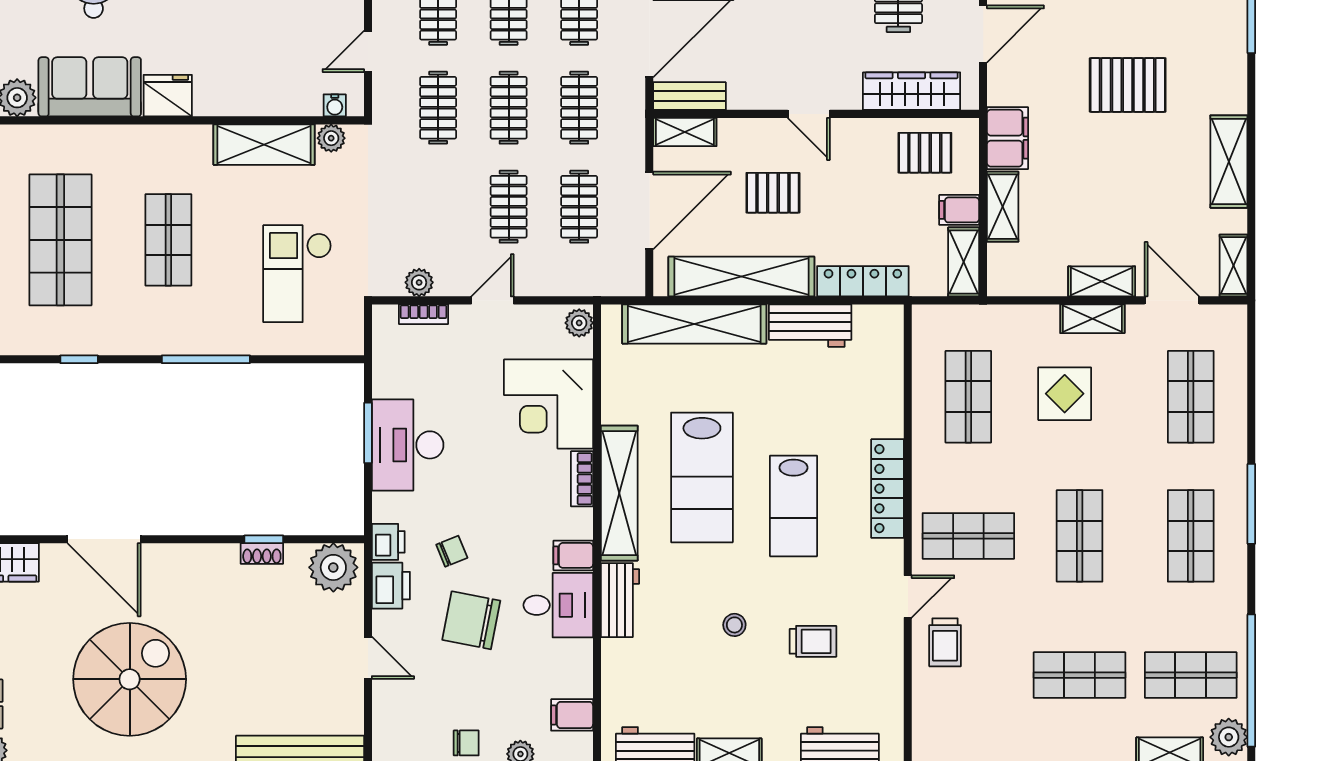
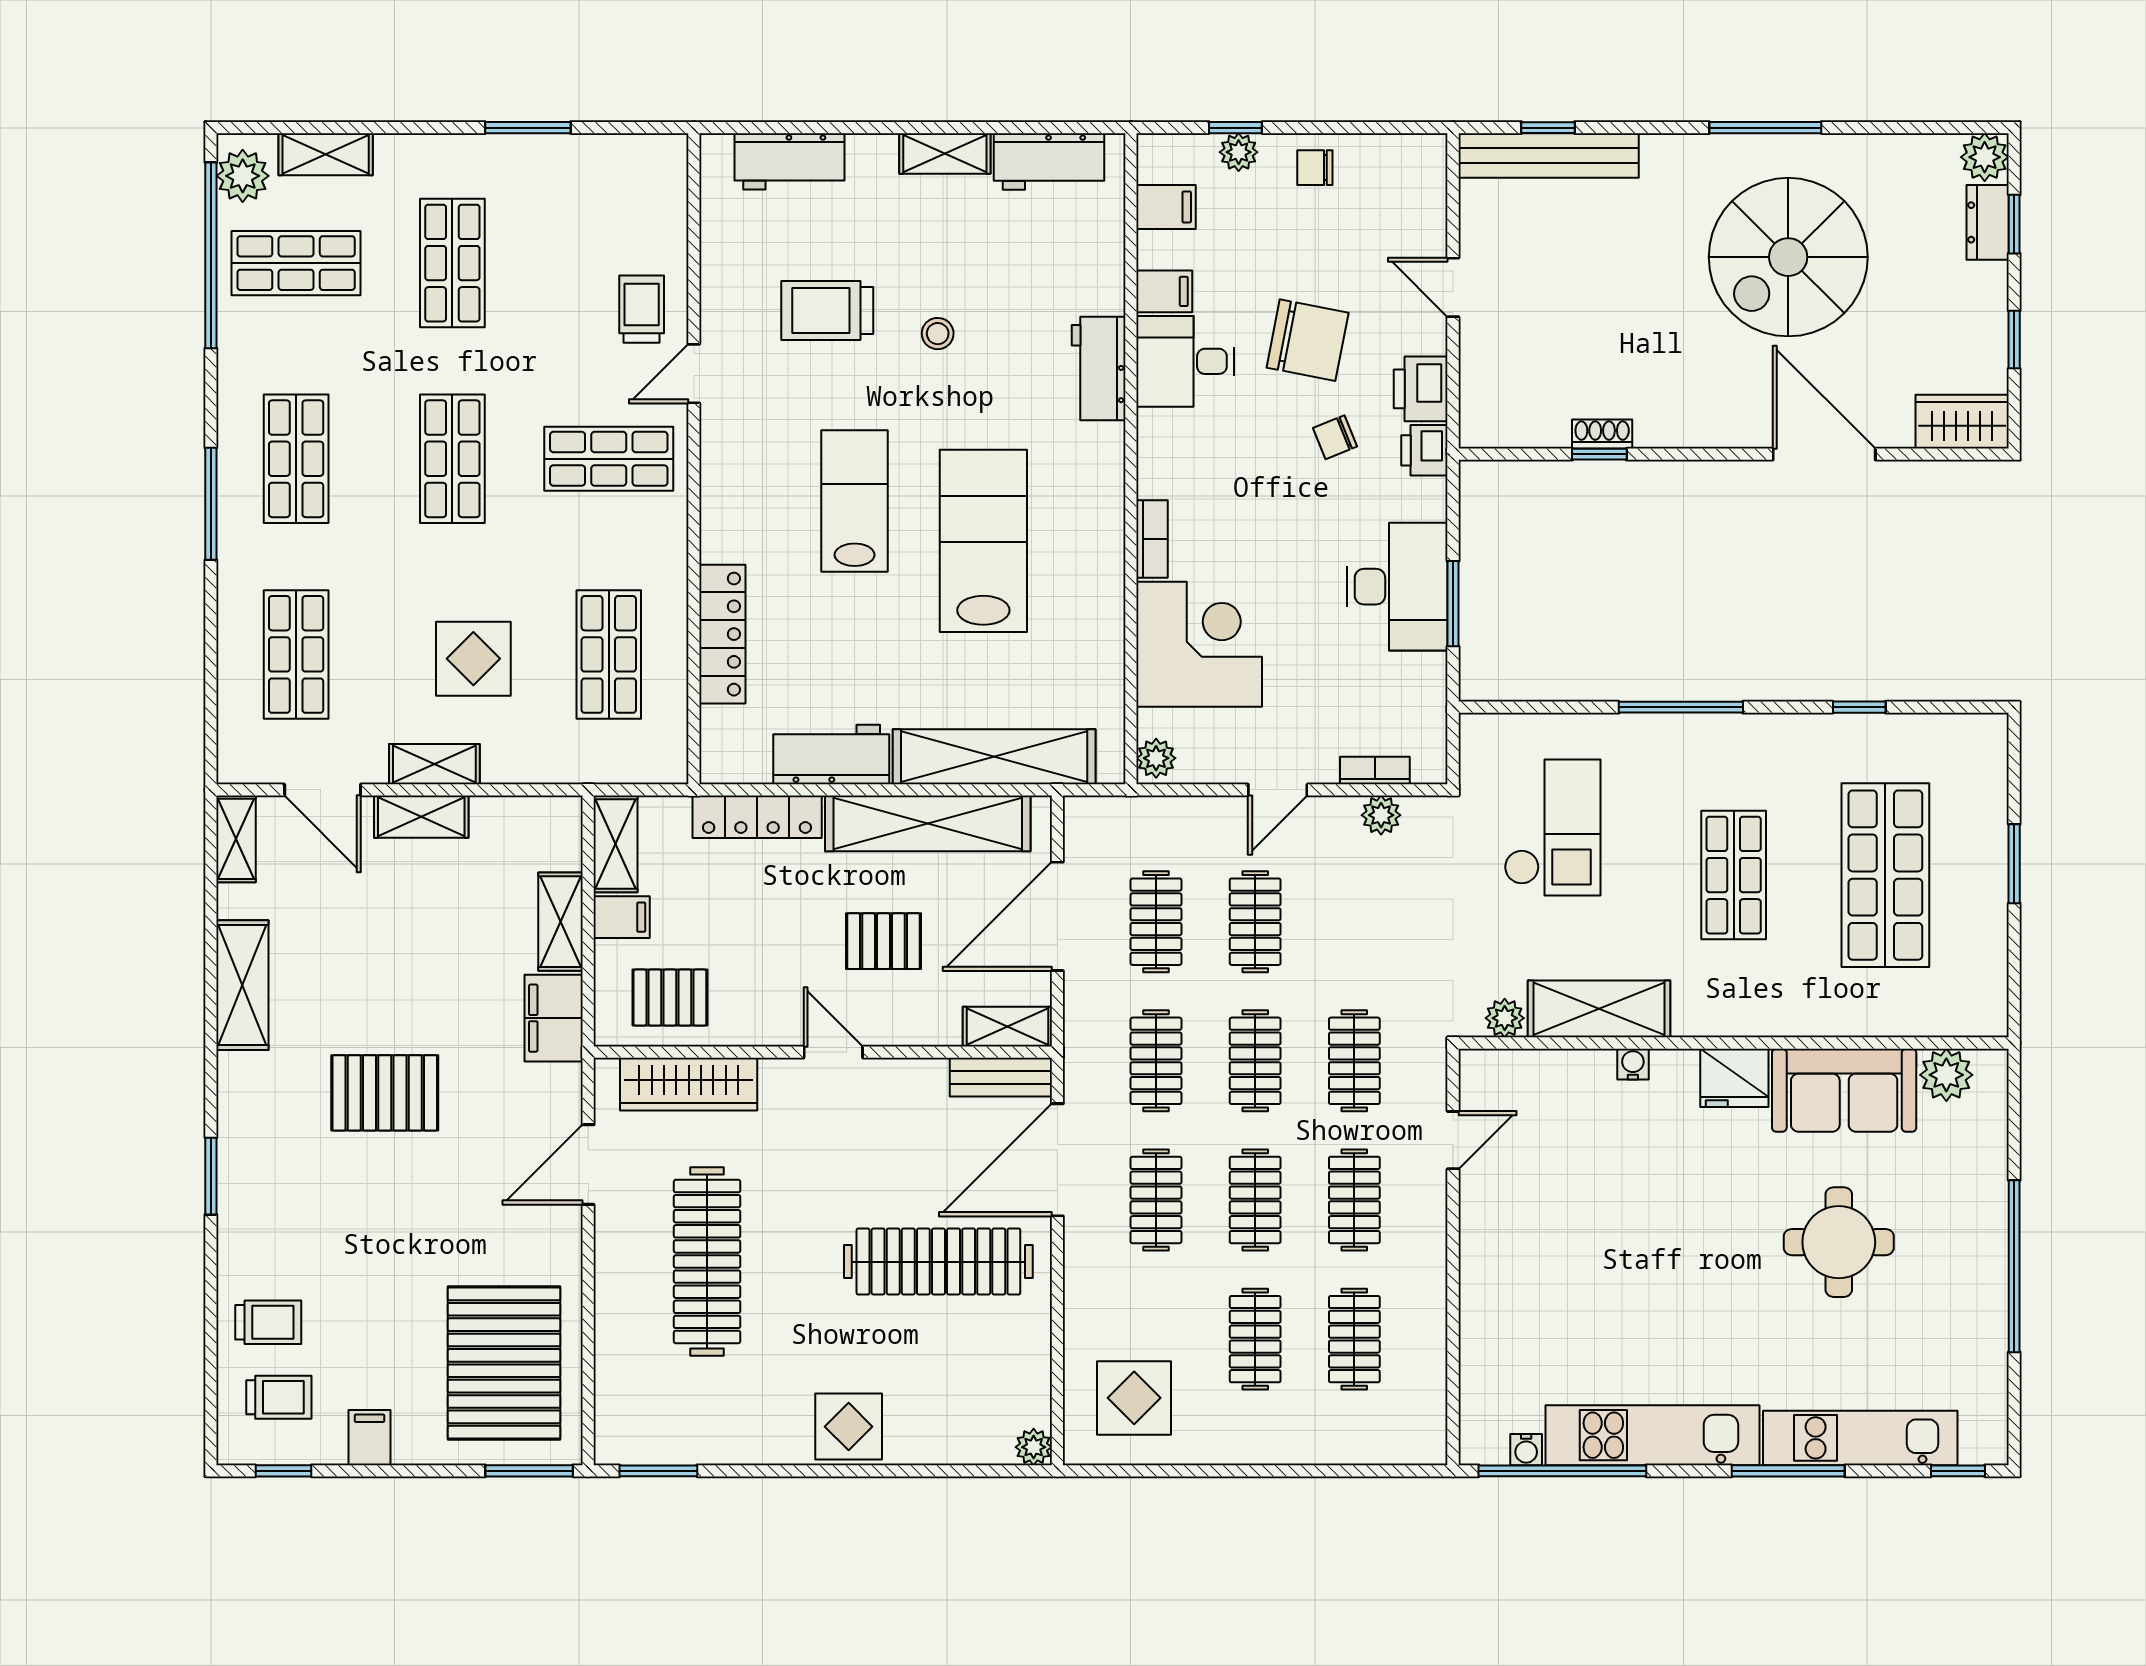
water cooler: (335, 105) -> (1633, 1064), moved
locker: (888, 489) -> (722, 634), moved
shelving: (619, 493) -> (1100, 519), removed
filing cabinet: (573, 555) -> (1164, 291), moved
plant: (333, 567) -> (1502, 414), removed
trolley: (813, 641) -> (827, 311), width x1.36, depth x1.39
shop shelf: (1080, 675) -> (452, 263), turned 90

